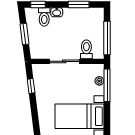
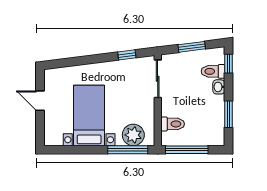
sliding door: (64, 61) -> (158, 79), moved
plant: (99, 81) -> (133, 135), width x1.88, depth x1.88

